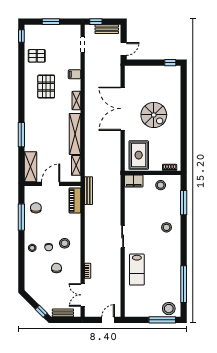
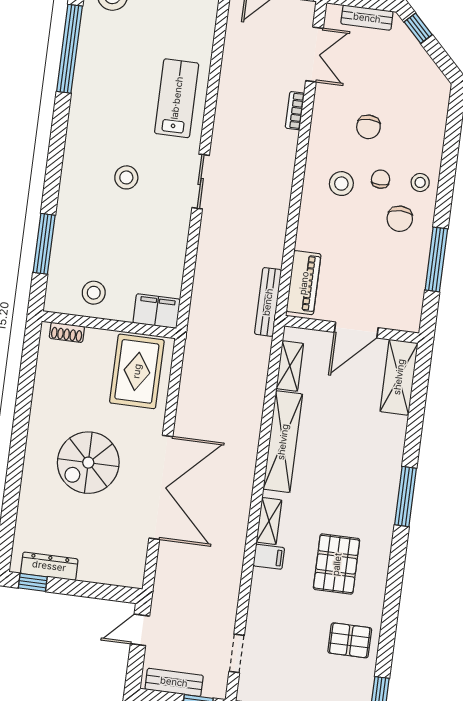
dresser: (164, 70) -> (49, 566), added
filing cabinet: (74, 74) -> (269, 557), moved
spiral stairs: (154, 115) -> (88, 463), turned -90
window: (21, 135) -> (405, 496), moved
chair: (36, 208) -> (400, 219), moved
stool: (167, 227) -> (126, 177), moved

